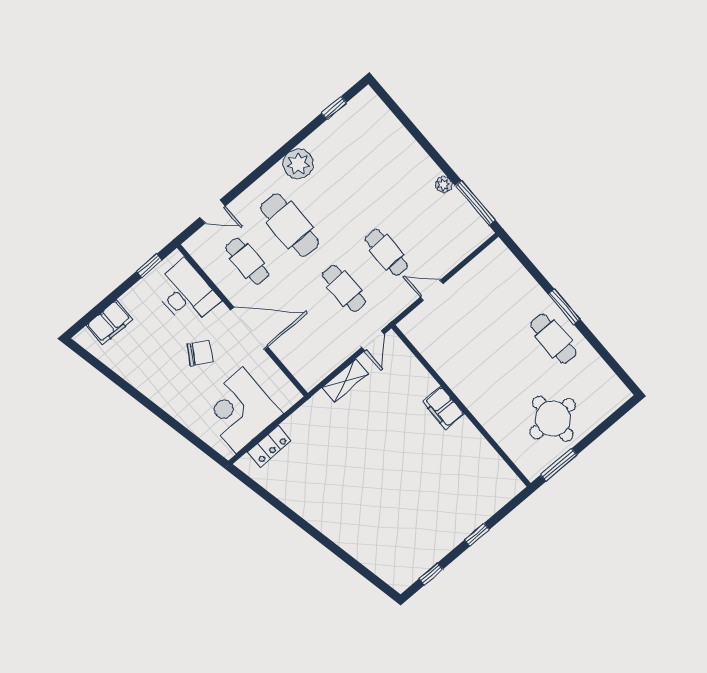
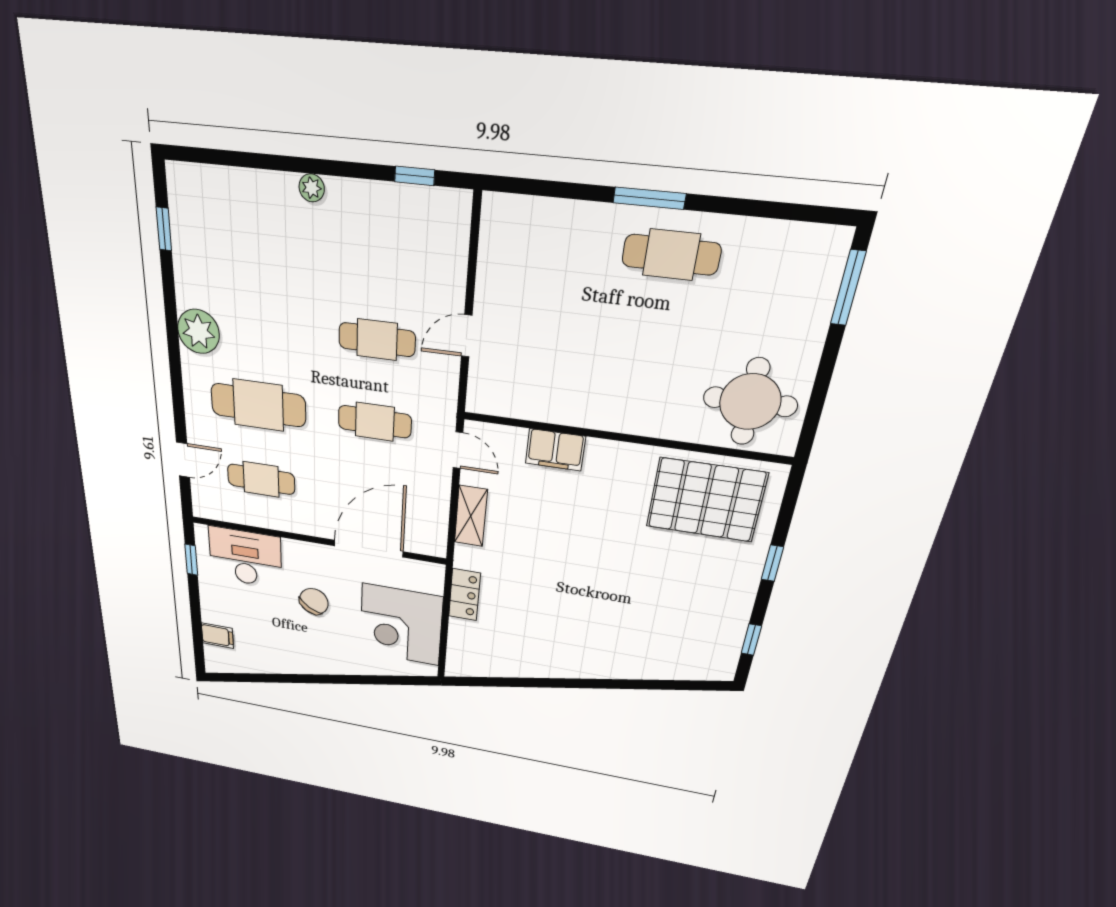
plant: (444, 185) -> (312, 188), moved
window: (475, 203) -> (415, 176), width x0.46
filing cabinet: (110, 322) -> (217, 636), width x0.50
door: (249, 328) -> (369, 549), moved
filing cabinet: (443, 408) -> (555, 450), moved
round table: (553, 419) -> (750, 402), moved
locker: (269, 446) -> (464, 595), moved
window: (559, 465) -> (848, 288), moved
pallet: (473, 472) -> (706, 500), added

